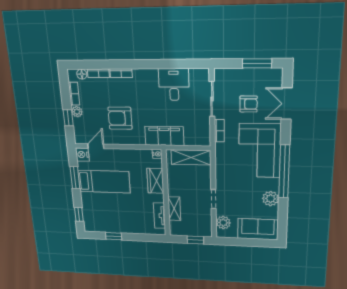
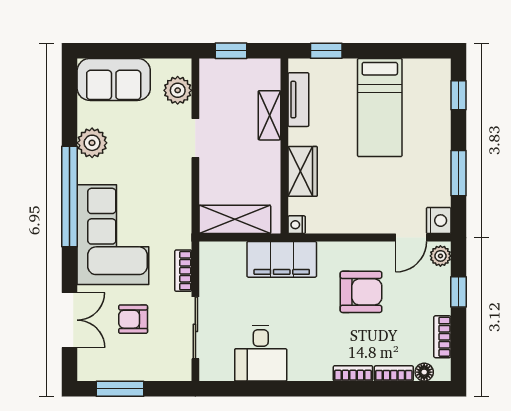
plant: (77, 112) -> (440, 256), moved
bed: (104, 182) -> (380, 108), moved, turned -90
window: (114, 236) -> (326, 51), moved

